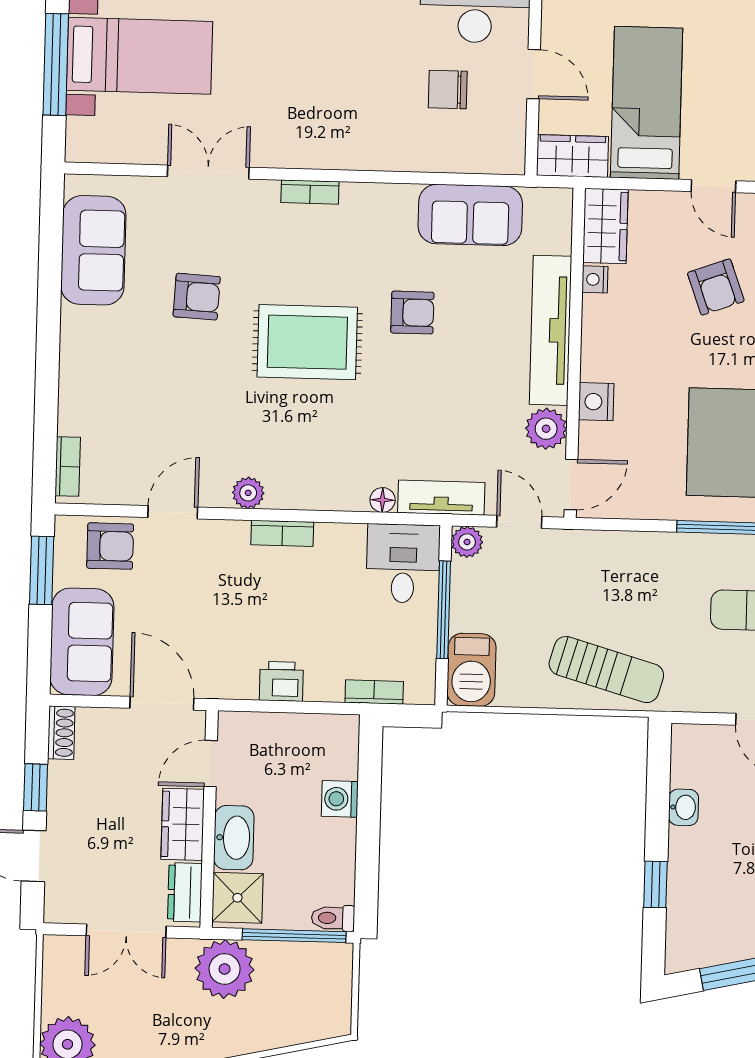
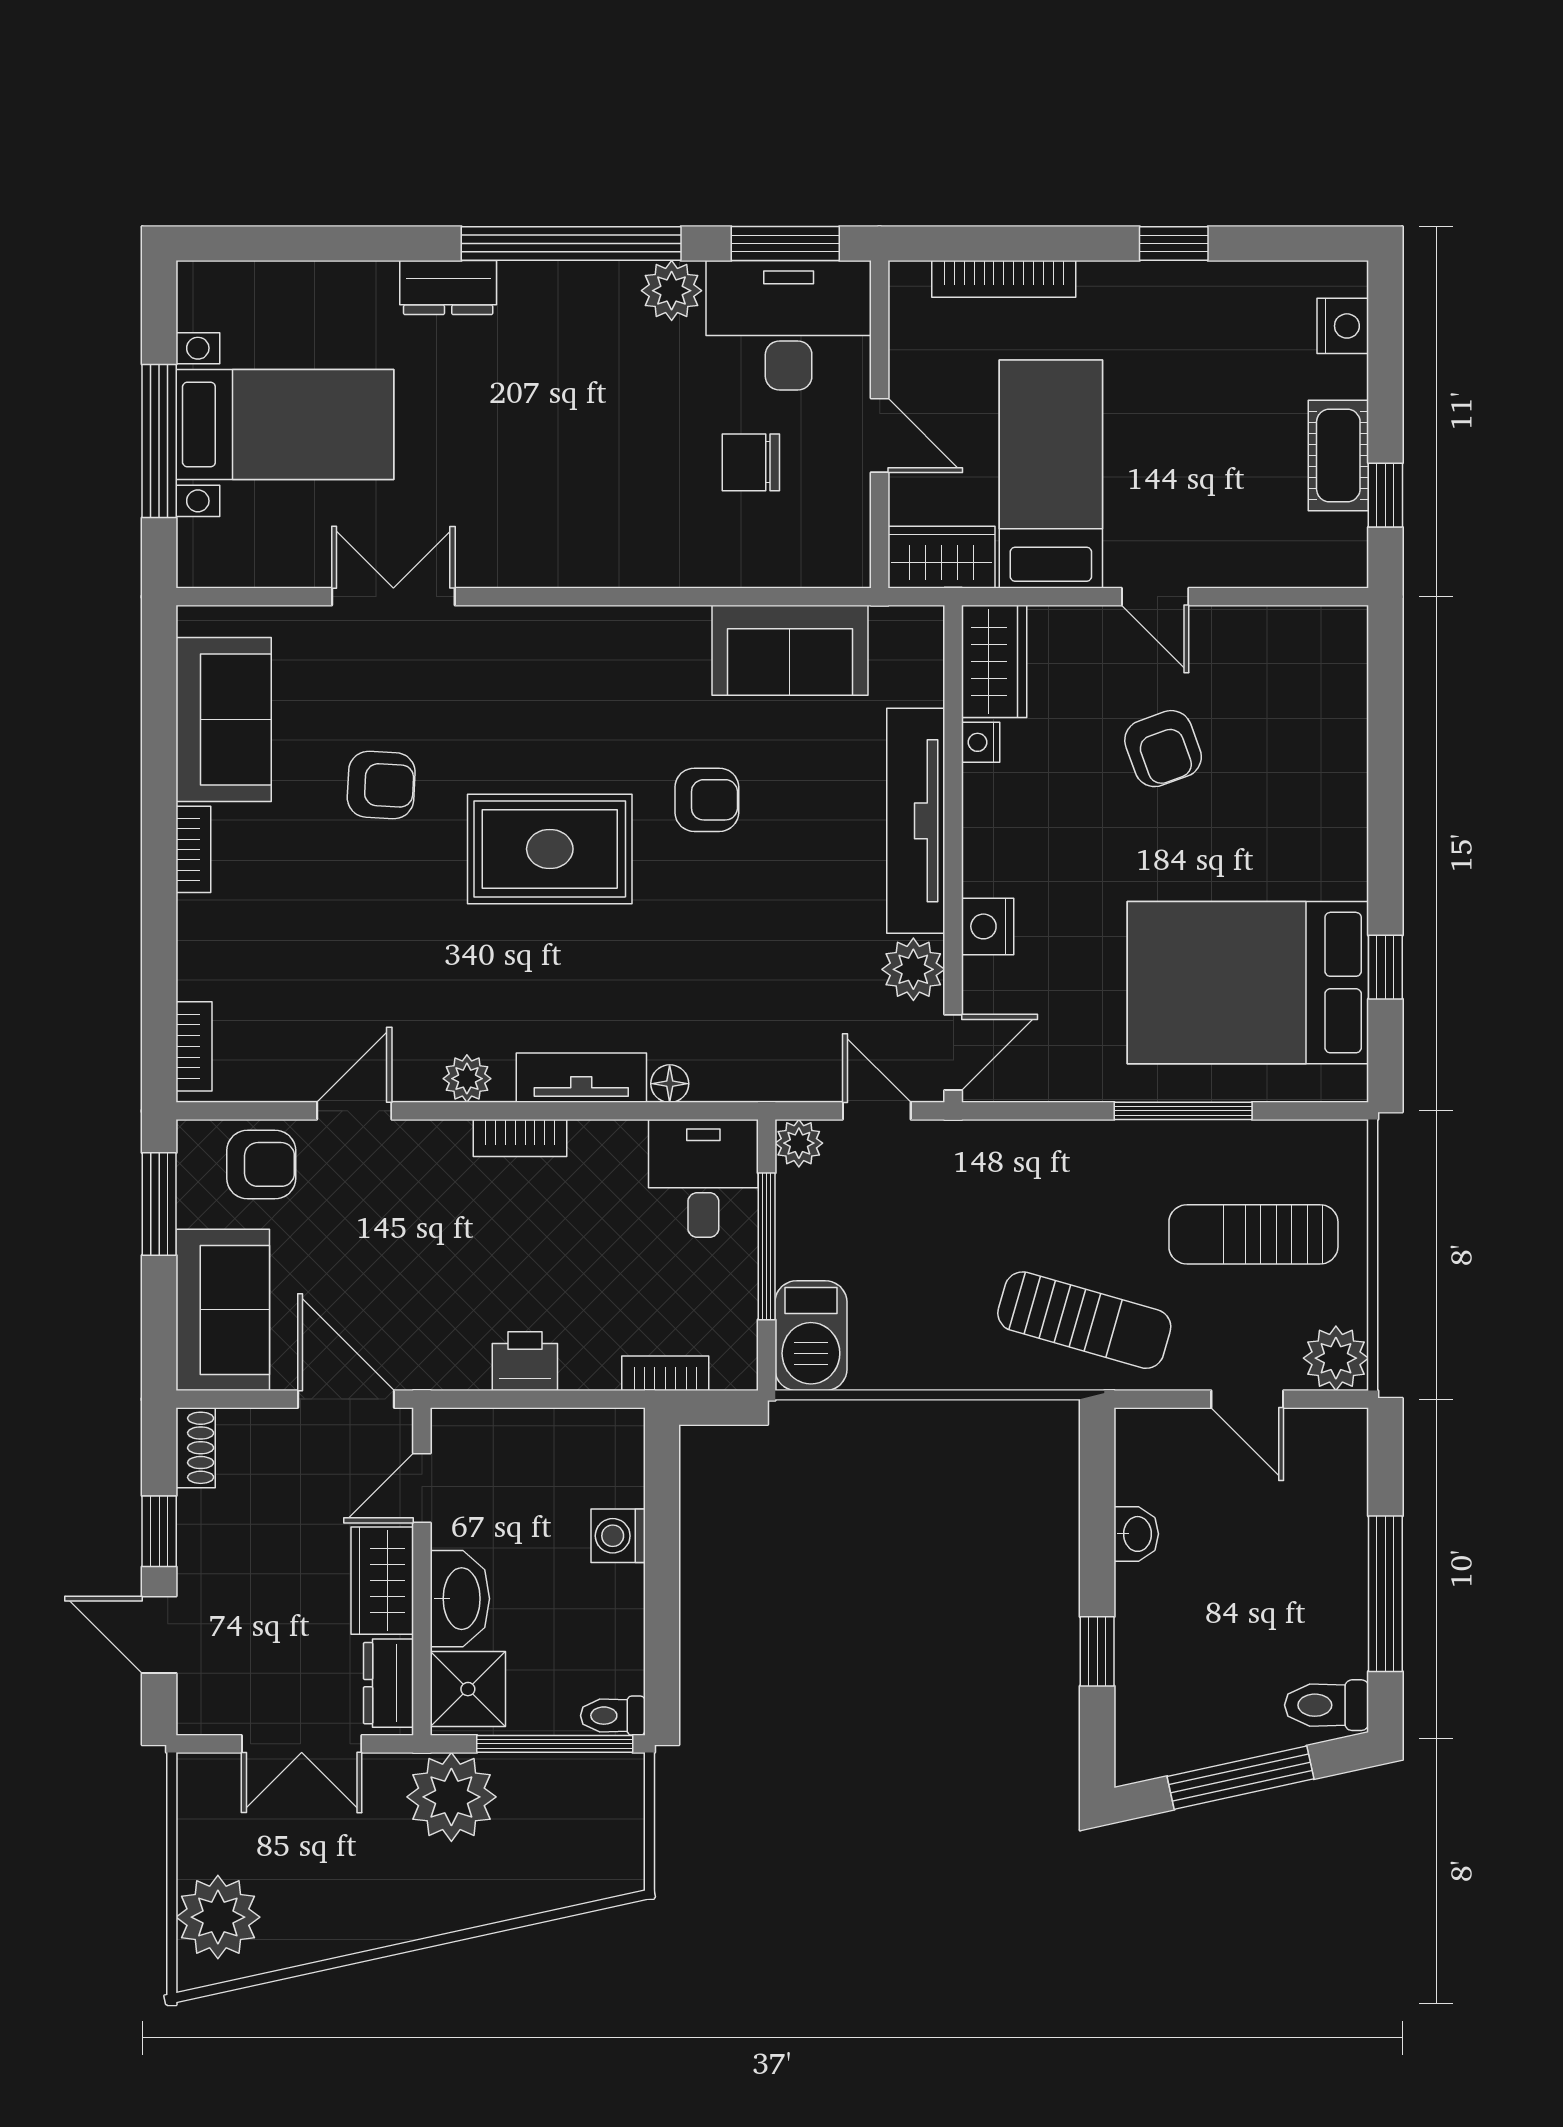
bookcase: (310, 192) -> (193, 849), moved, turned -90
tv unit: (441, 498) -> (581, 1078), moved
sun lounger: (606, 670) -> (1084, 1320), moved

